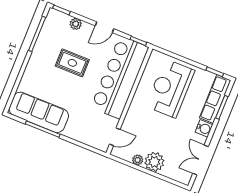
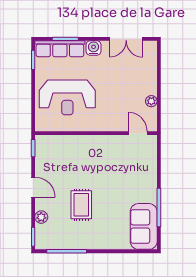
bar counter: (120, 77) -> (77, 152), removed
sofa: (39, 112) -> (144, 226), width x0.73
plant: (154, 162) -> (147, 84), removed

